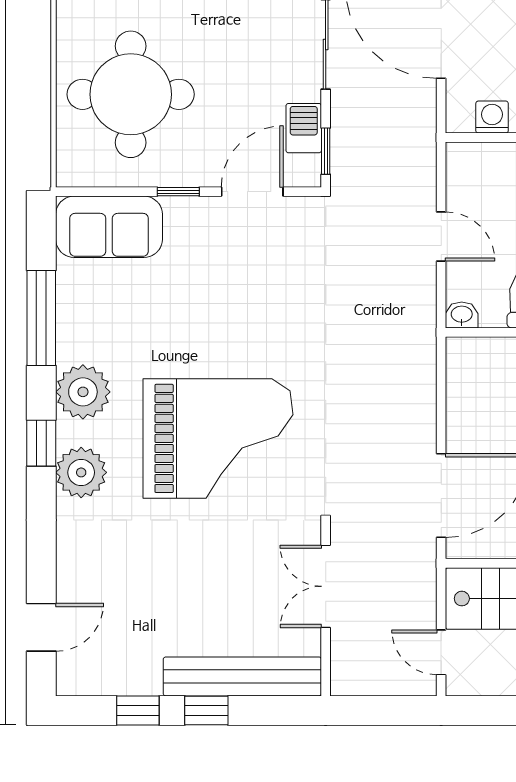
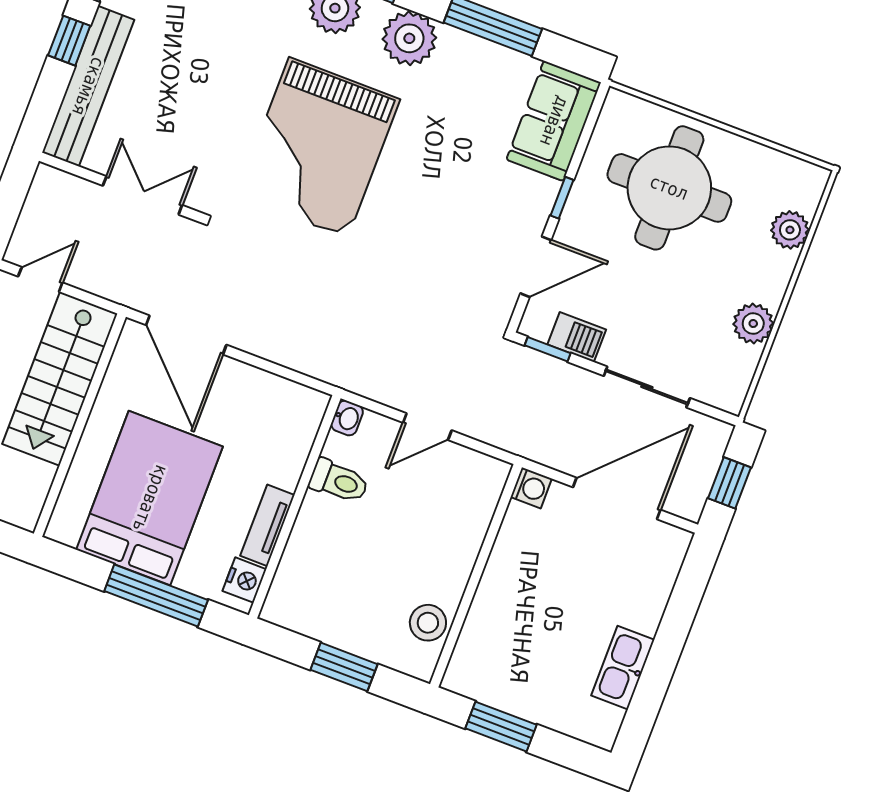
washing machine: (492, 117) -> (531, 488), moved
door: (252, 192) -> (536, 267), hinge flipped

